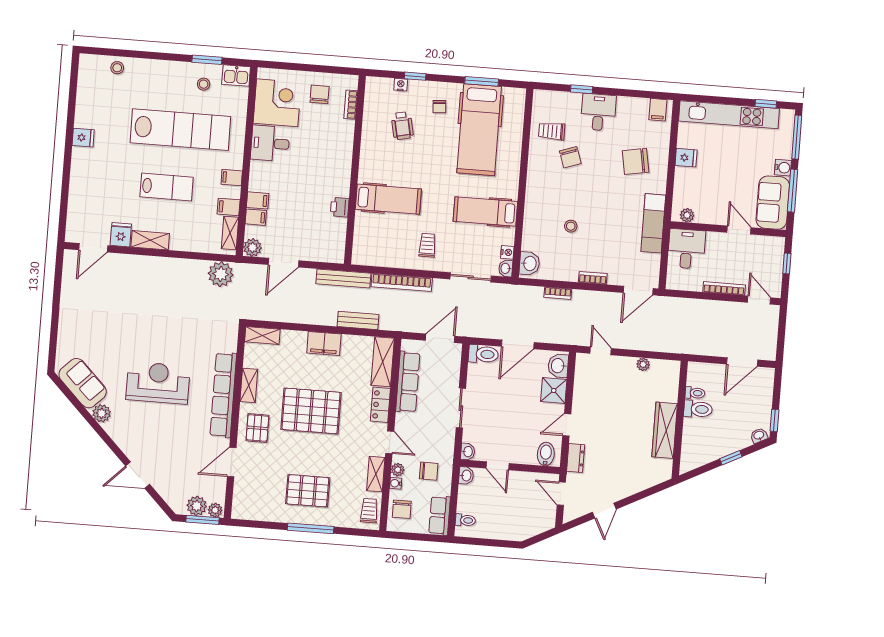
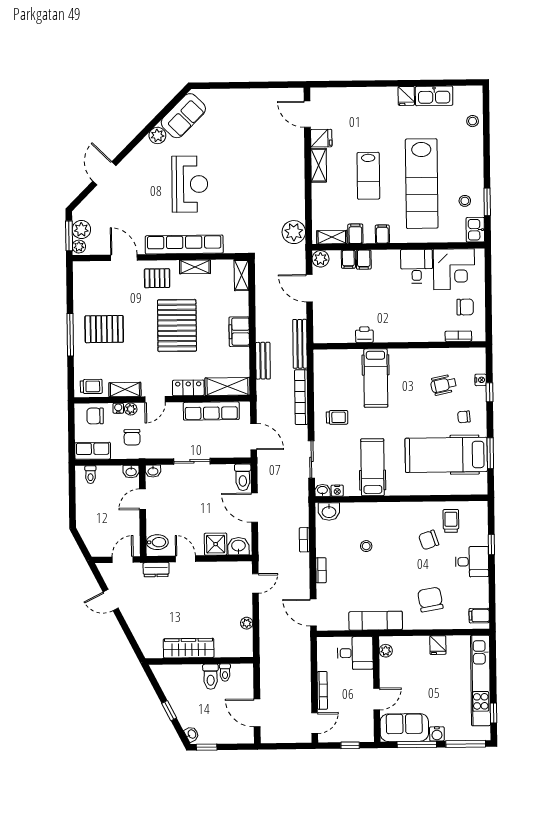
kitchen sink: (86, 107) -> (434, 96), added
pallet: (308, 491) -> (104, 329), turned 90

